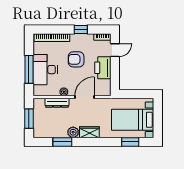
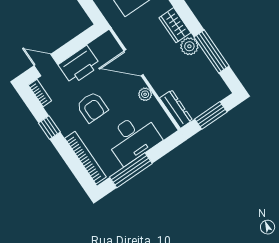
window: (29, 69) -> (131, 170), moved
dresser: (57, 103) -> (176, 109), moved
window: (62, 142) -> (212, 51), width x1.44

